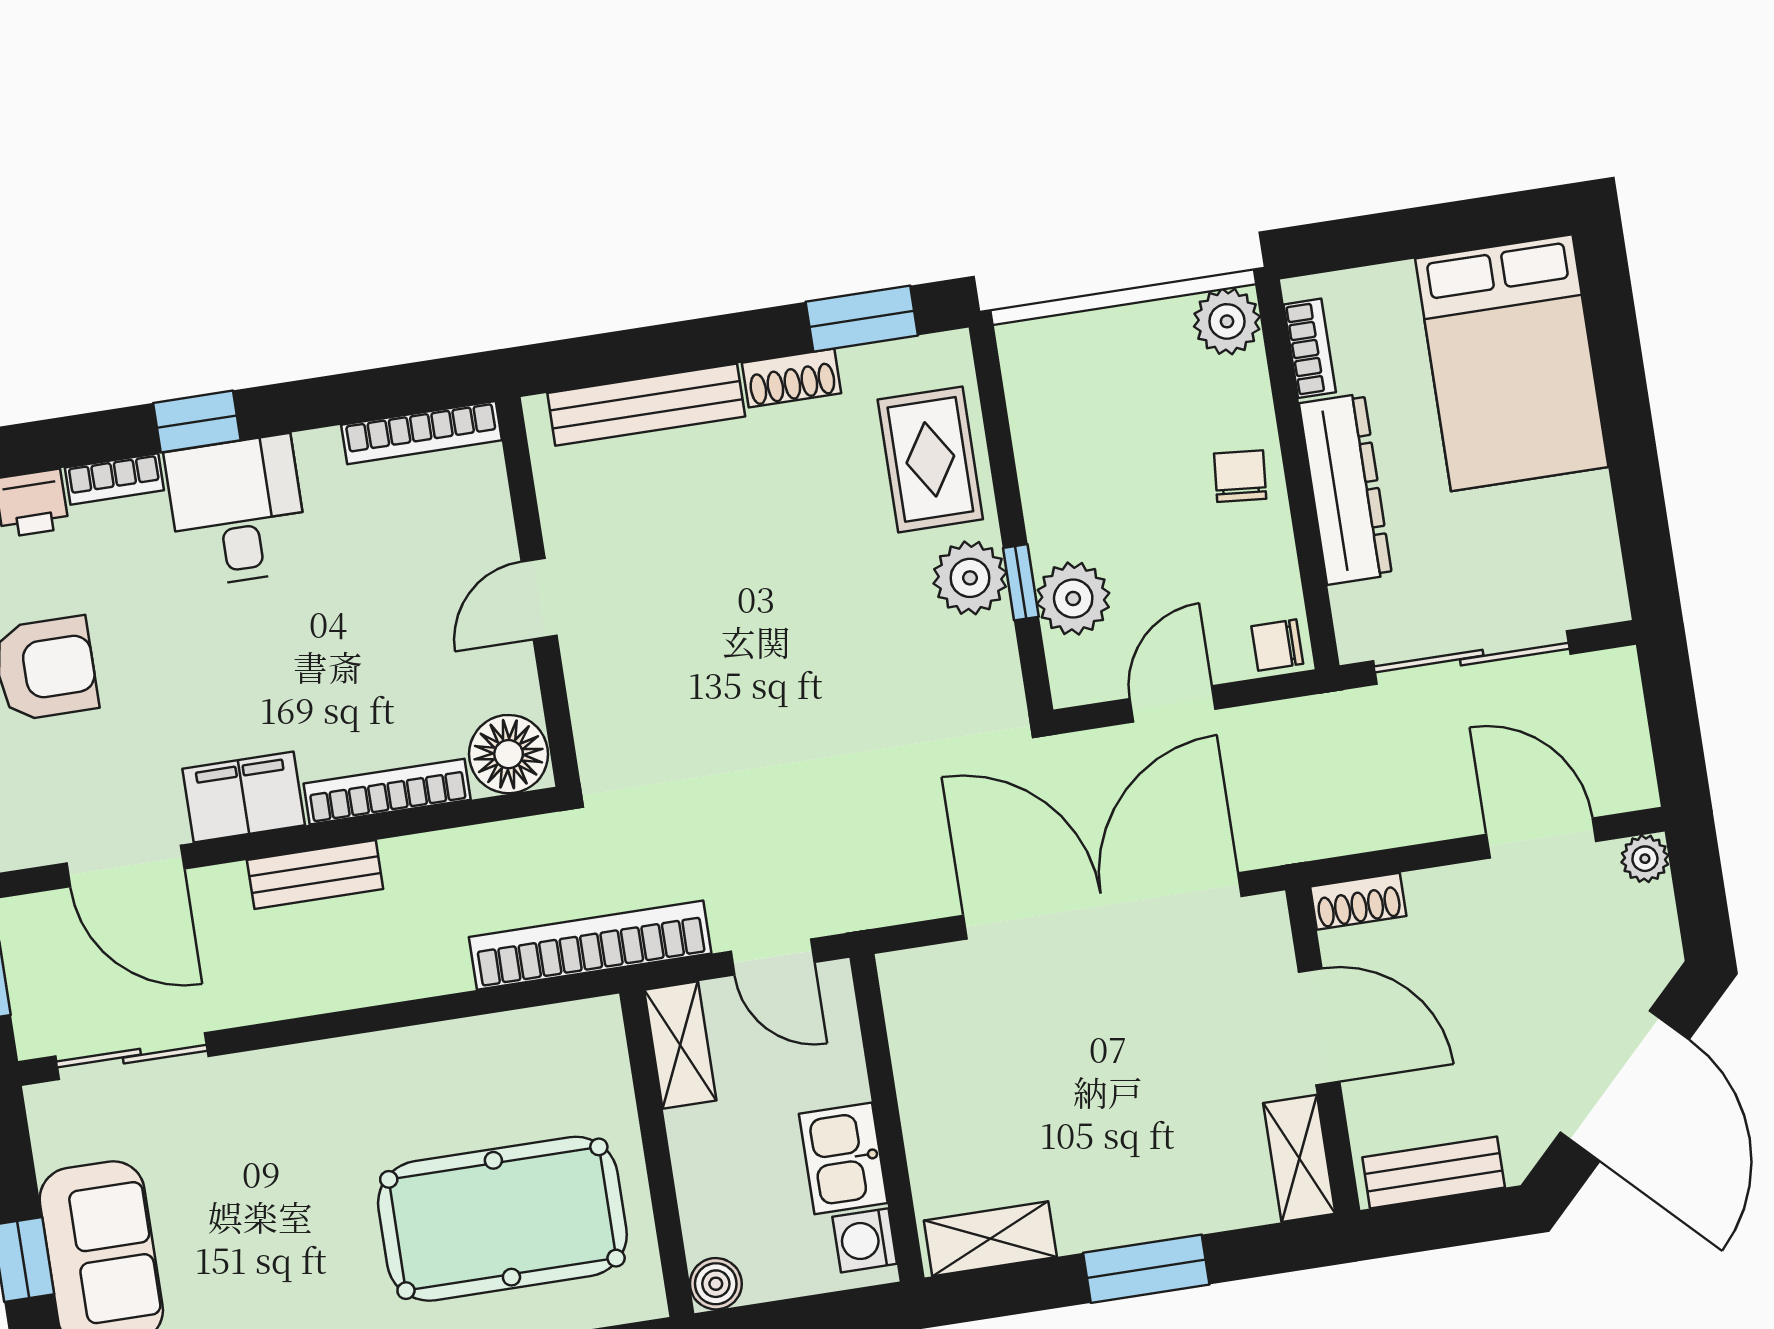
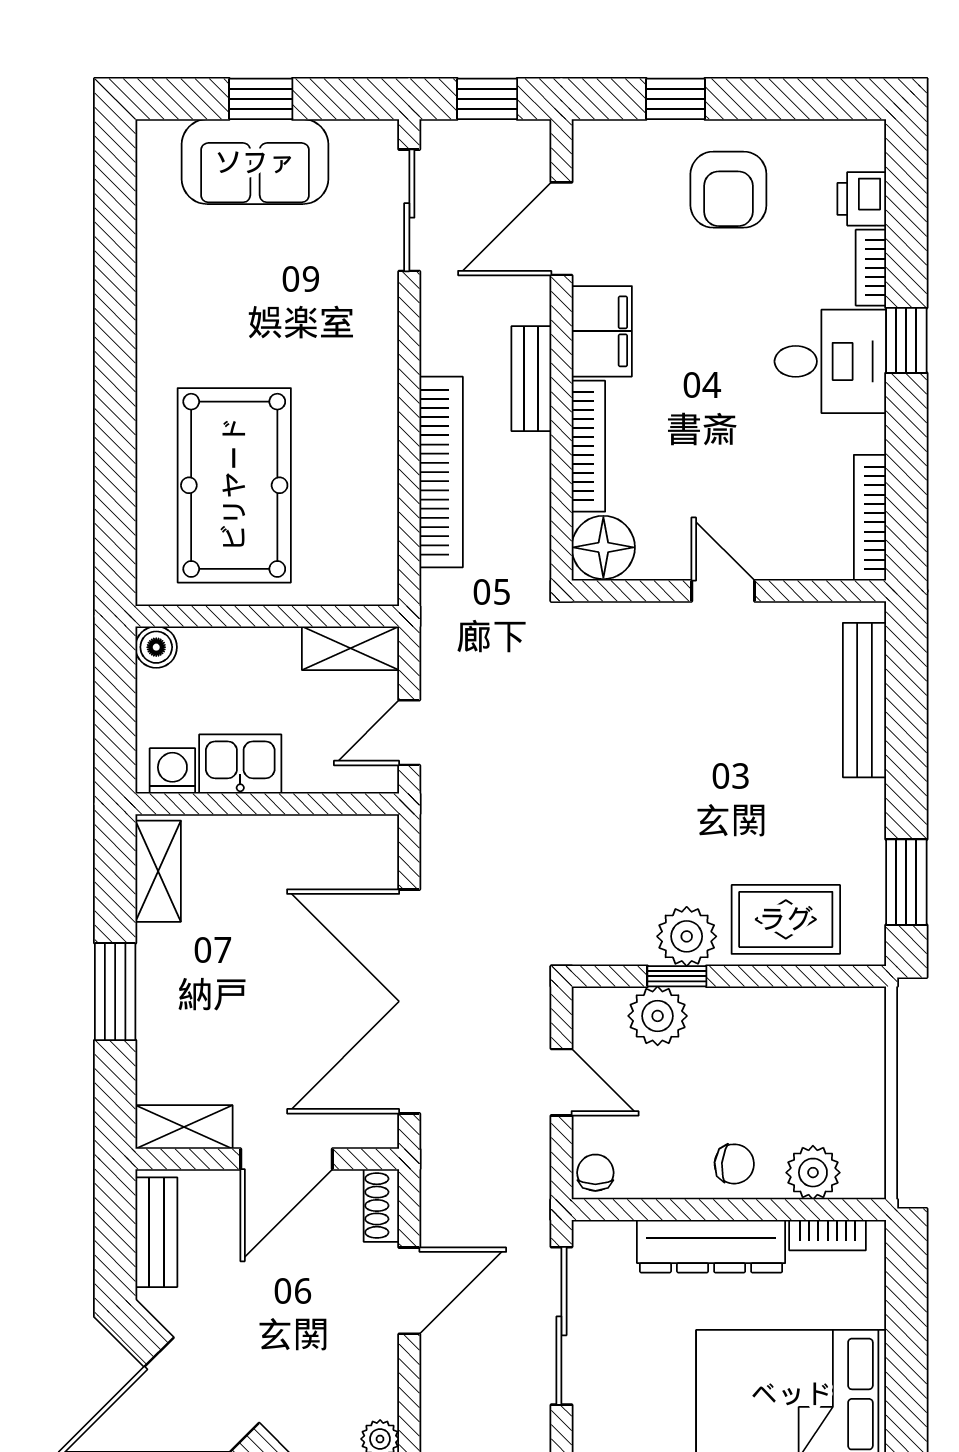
plant: (1227, 321) -> (813, 1173), moved
shoe rack: (791, 378) -> (868, 819), removed
door: (1541, 838) -> (409, 1291), moved
double door: (1102, 906) -> (409, 1001), swing flipped
bookcase: (590, 945) -> (441, 472), moved

